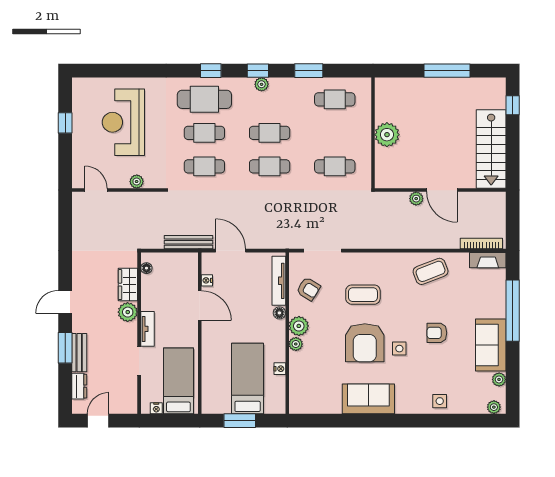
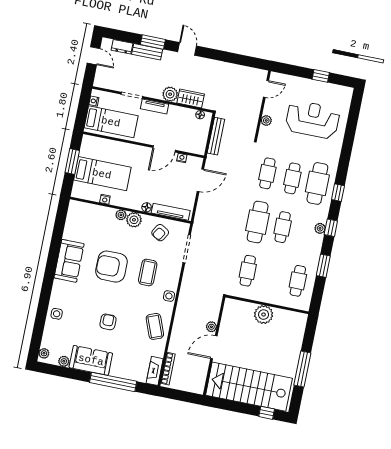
stairs: (491, 149) -> (249, 387), width x1.36, depth x1.51
cafe table: (270, 166) -> (258, 222), width x1.37, depth x1.35
bench: (189, 242) -> (216, 136), moved
side table: (399, 349) -> (169, 296), moved

